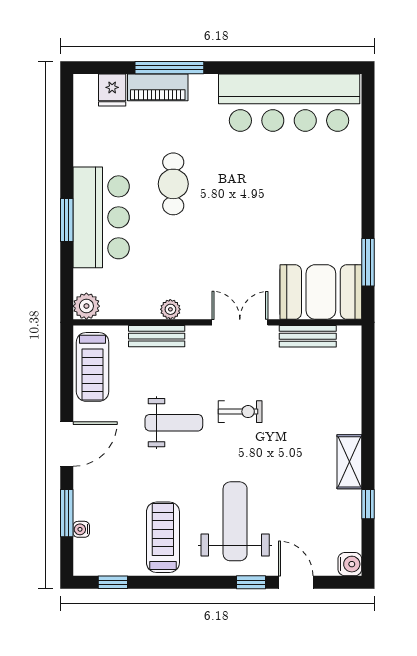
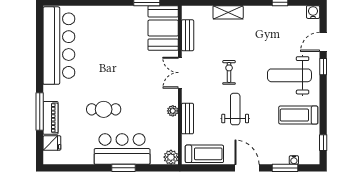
shelving: (349, 462) -> (228, 12), moved

